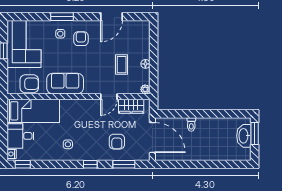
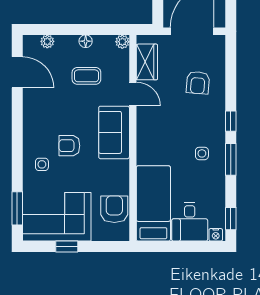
window: (62, 17) -> (17, 208), moved
door: (112, 17) -> (17, 72), moved
plant: (145, 37) -> (47, 41), added
armchair: (81, 39) -> (69, 146), moved
sofa: (65, 84) -> (114, 132), moved
armchair: (117, 142) -> (198, 83), turned 95
window: (124, 164) -> (231, 159), moved

